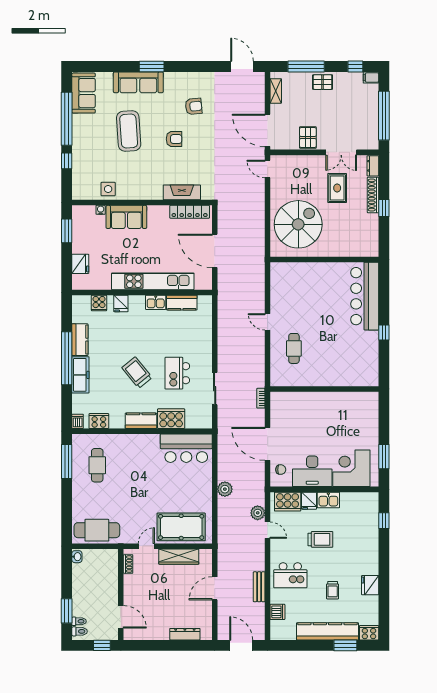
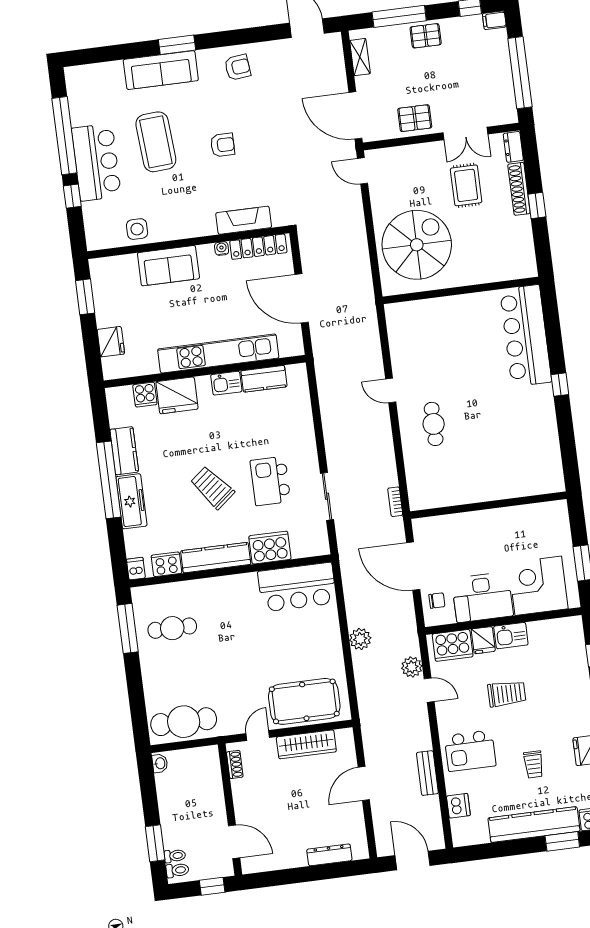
sofa: (84, 93) -> (84, 96), removed
armchair: (194, 106) -> (238, 67), moved
pallet: (308, 138) -> (415, 118), turned 90
bar counter: (86, 140) -> (96, 162), added
water cooler: (101, 210) -> (222, 249), moved
fridge: (121, 304) -> (177, 395), width x1.88, depth x1.34
wall: (324, 389) -> (488, 505), moved
kitchen counter: (141, 421) -> (216, 558), width x1.50
cafe table: (97, 465) -> (172, 628), turned 90

